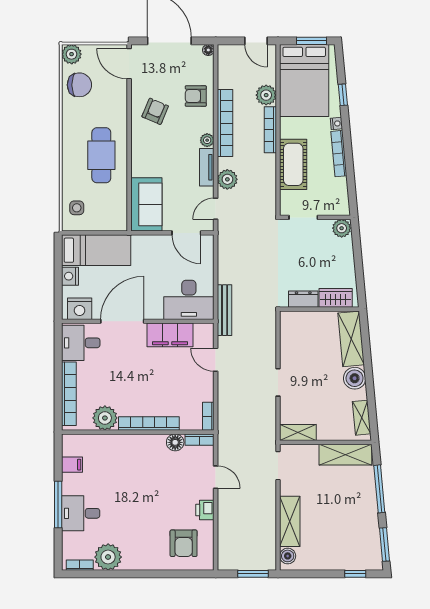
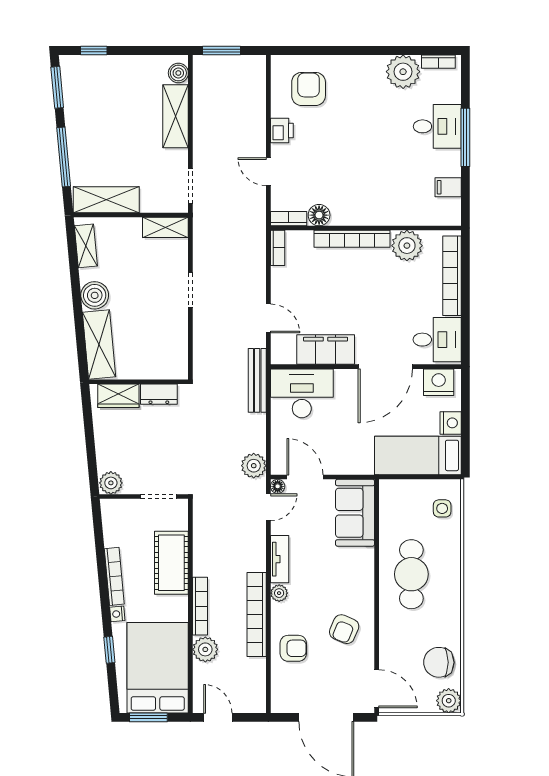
floor lamp: (208, 50) -> (278, 486), moved
plant: (227, 179) -> (254, 466), moved

